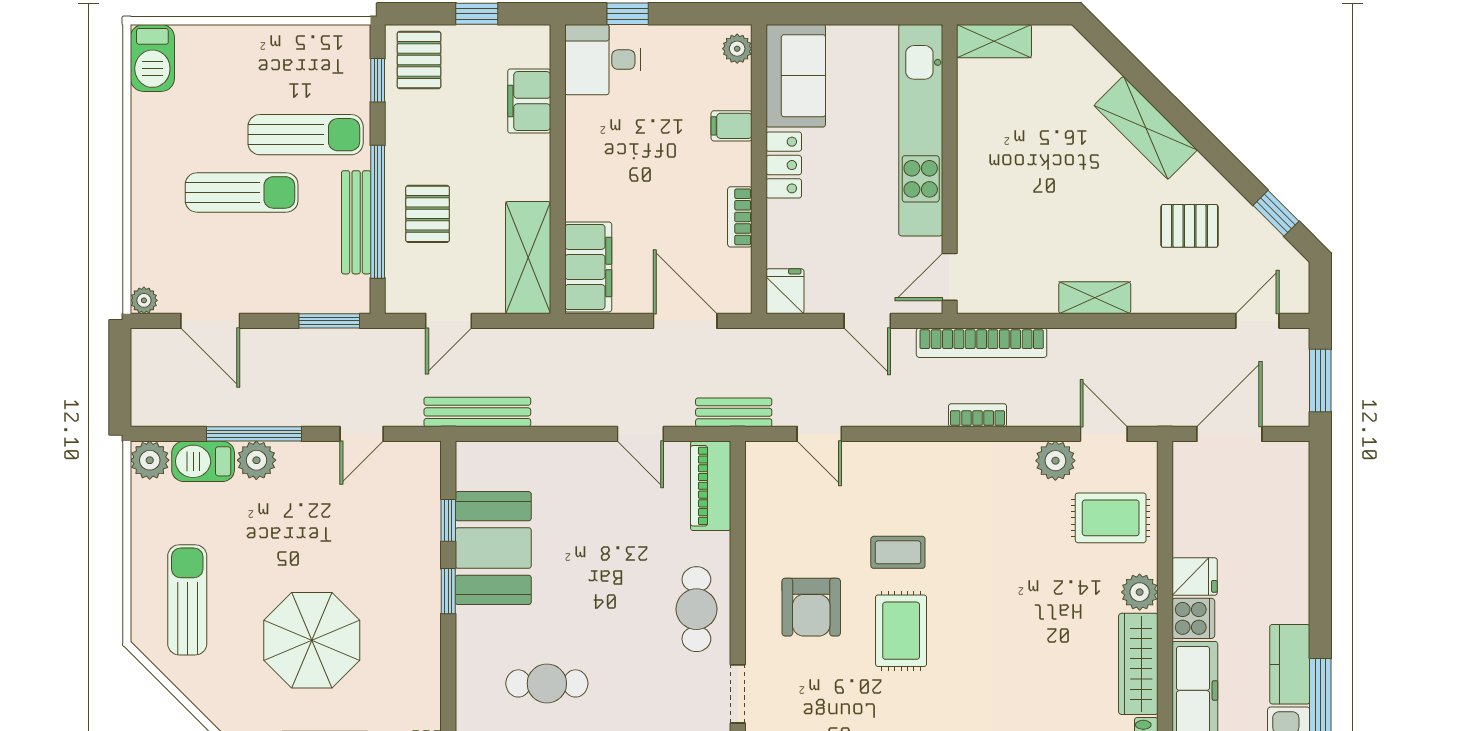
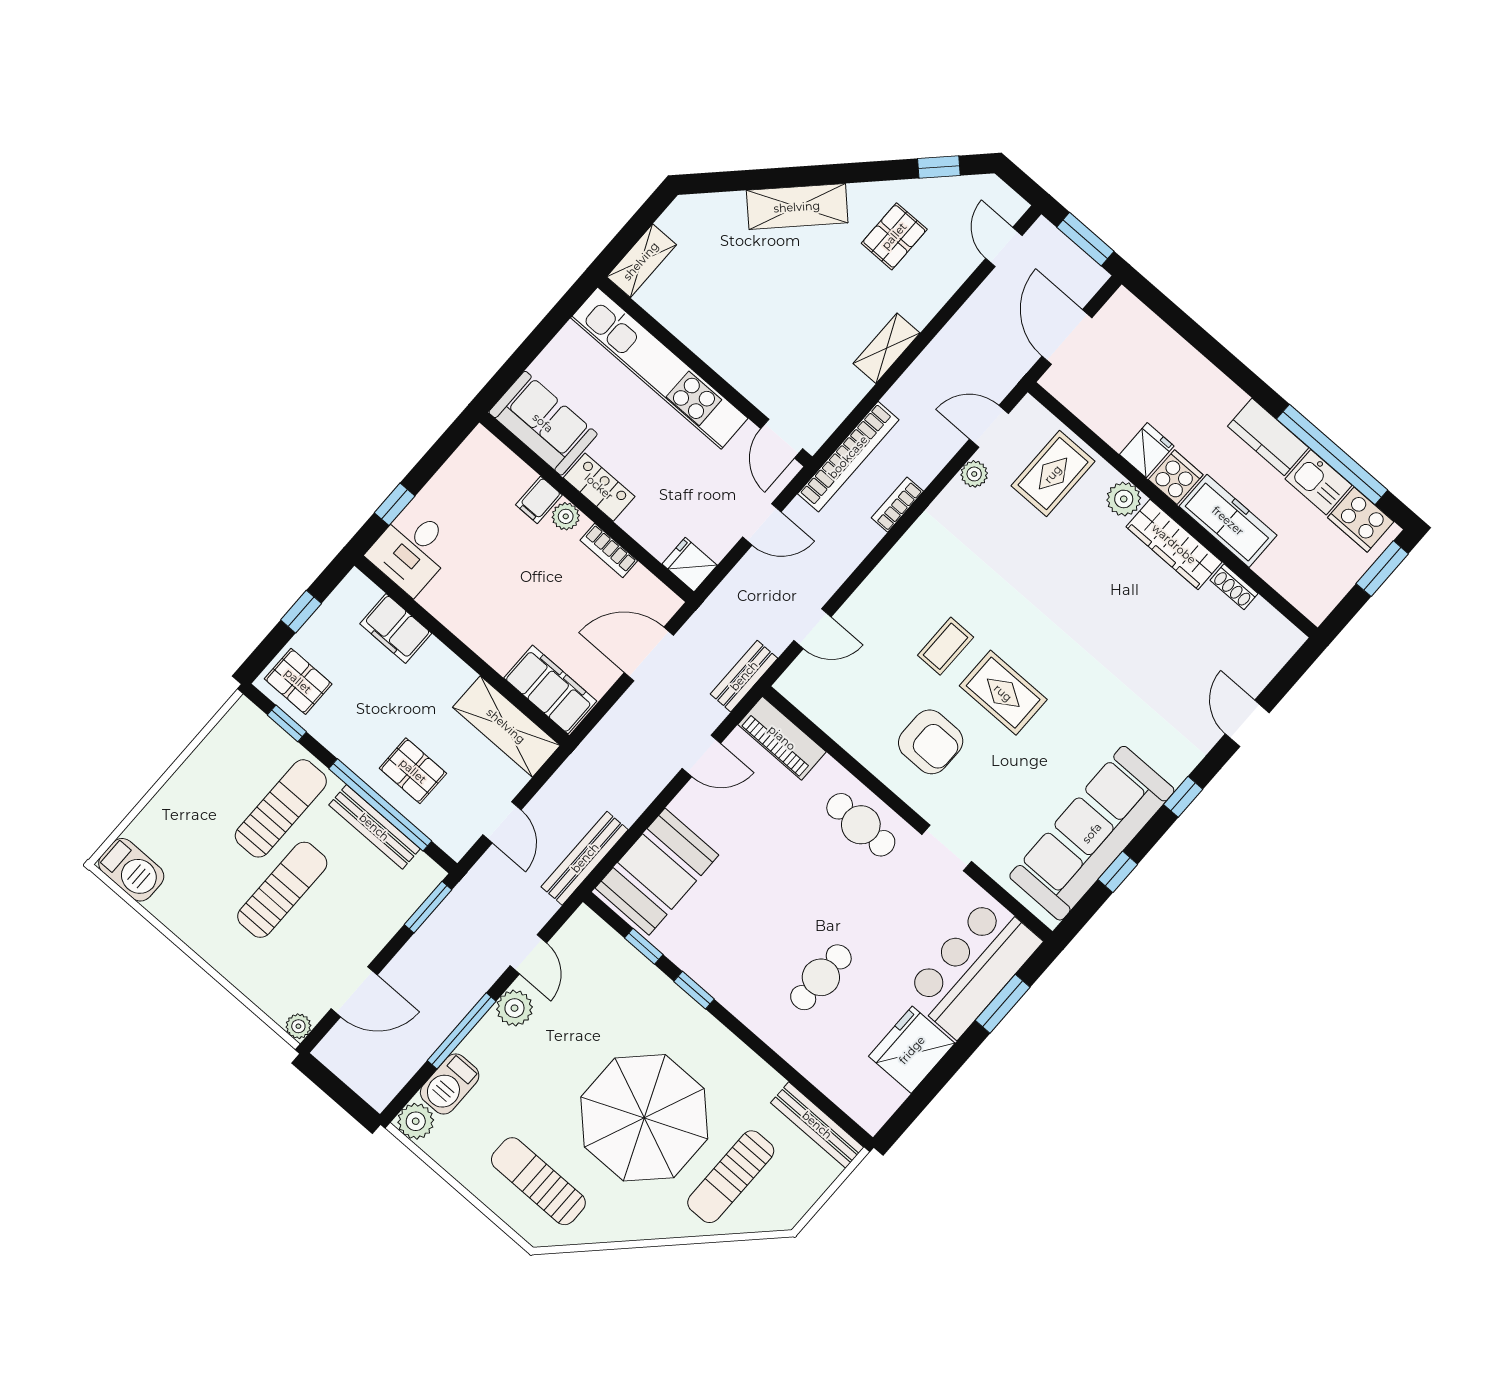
plant: (737, 49) -> (566, 516), moved
plant: (256, 460) -> (514, 1008), moved
plant: (1055, 461) -> (974, 474), width x0.73, depth x0.73
booth: (493, 548) -> (657, 872), moved, turned 90
parasol: (312, 640) -> (644, 1118), width x1.36, depth x1.36

